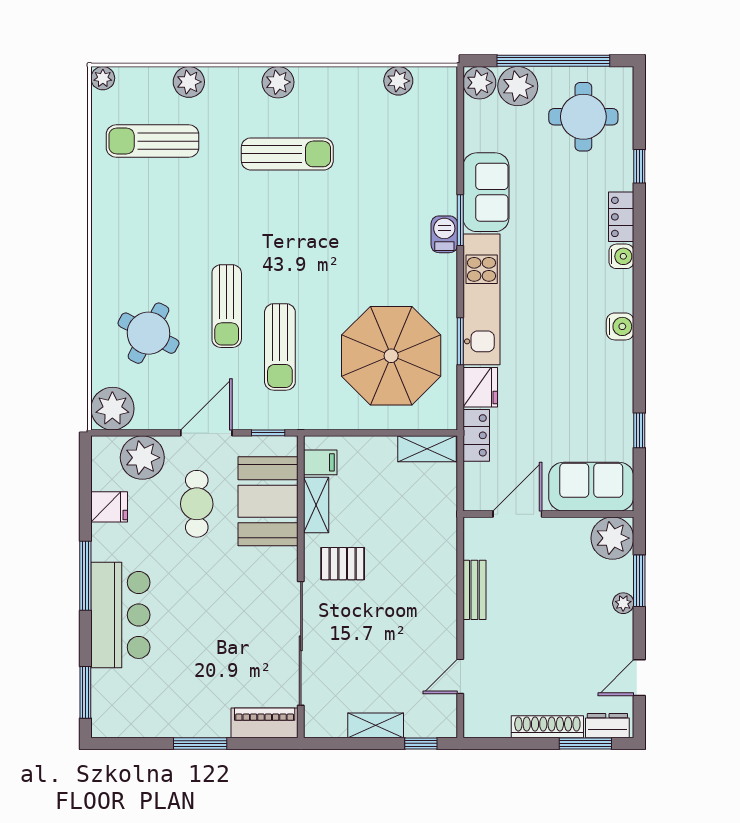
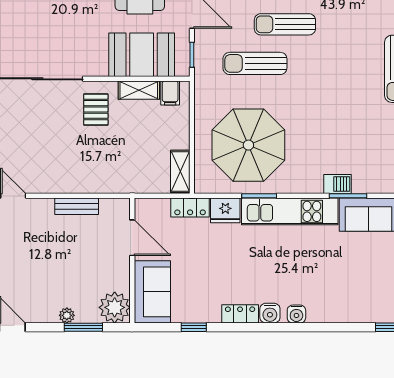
locker: (621, 217) -> (240, 314), moved
water cooler: (621, 256) -> (296, 314), moved

